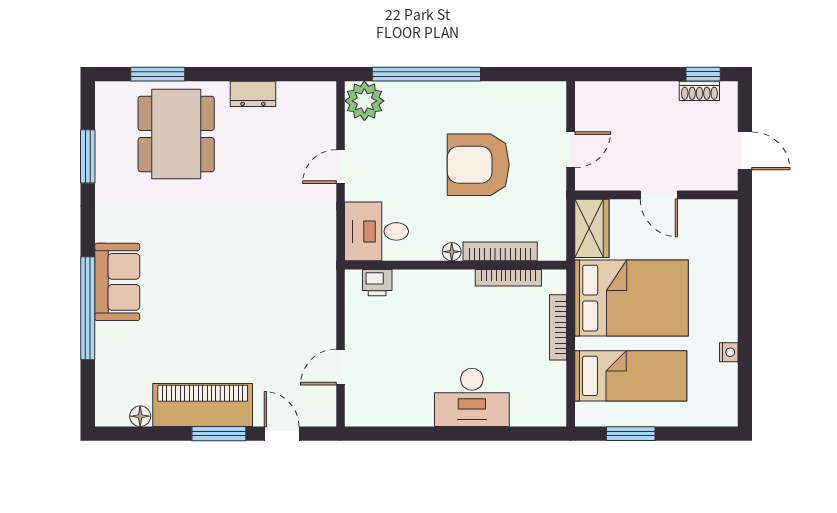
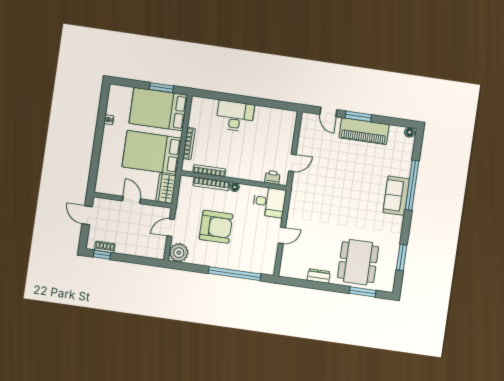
plant: (364, 101) -> (179, 253), moved
door: (340, 367) -> (292, 163), moved
bed: (631, 376) -> (158, 109), width x1.50
floor lamp: (140, 416) -> (410, 132), moved

